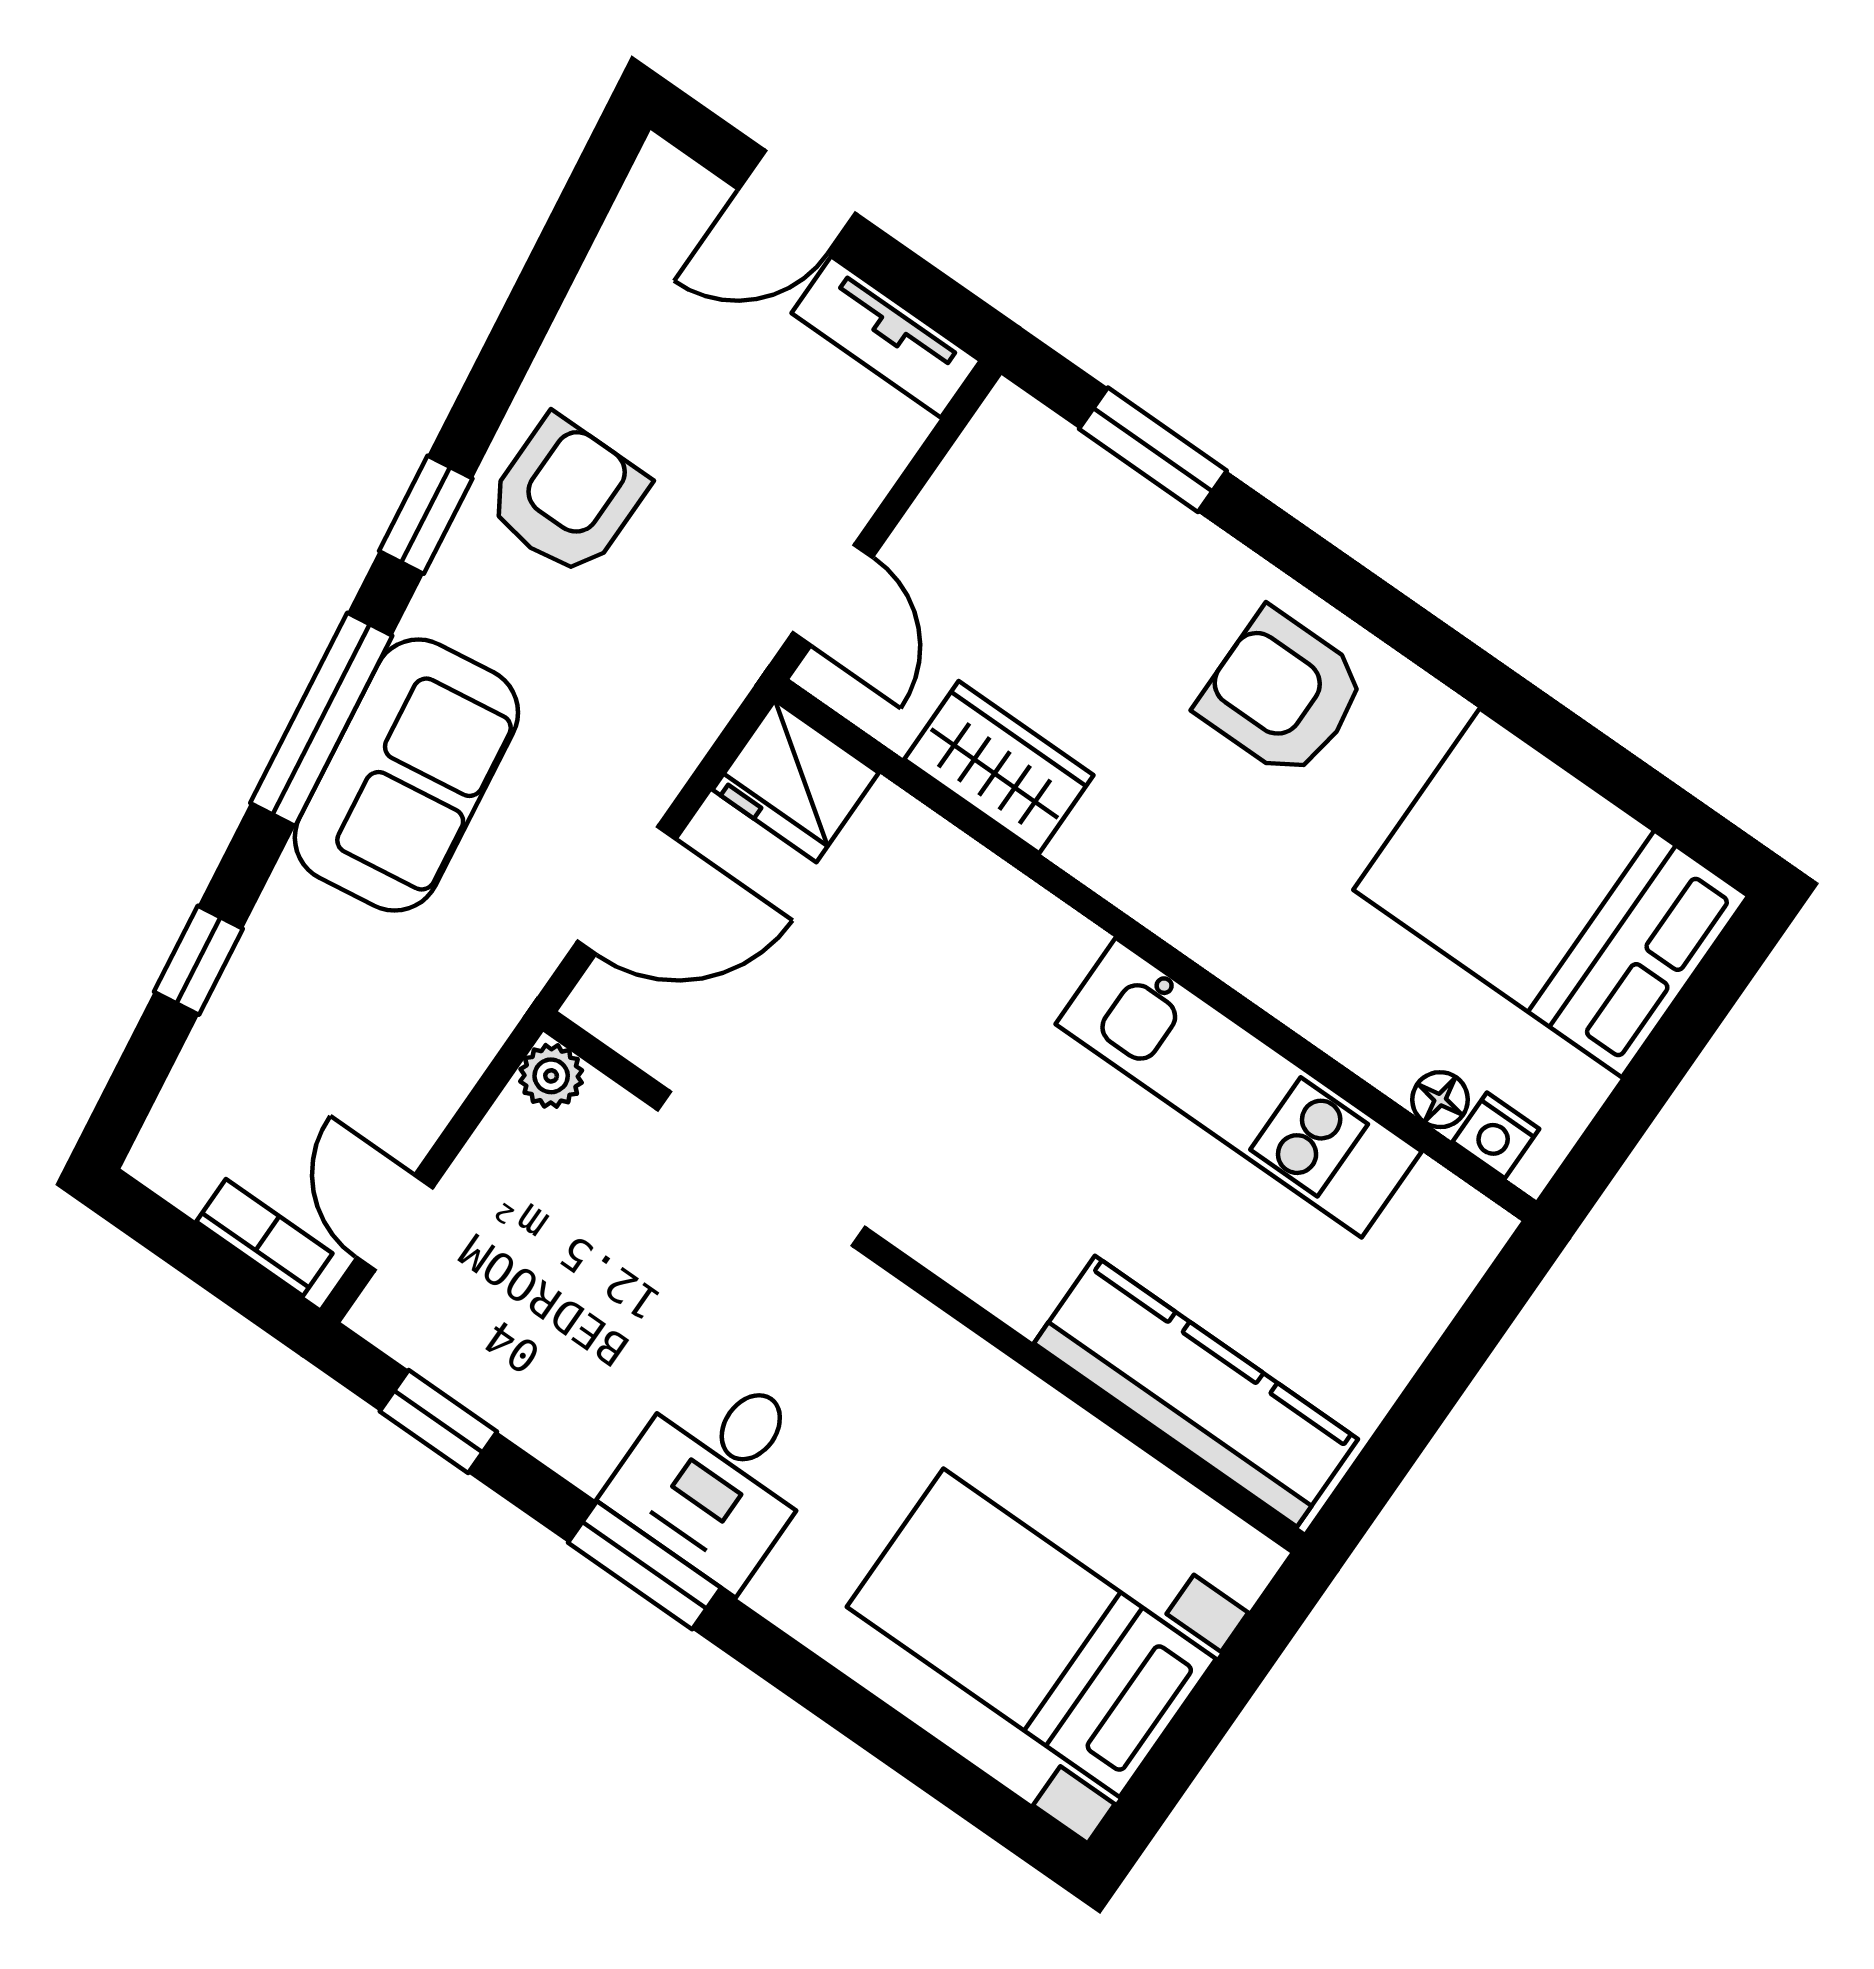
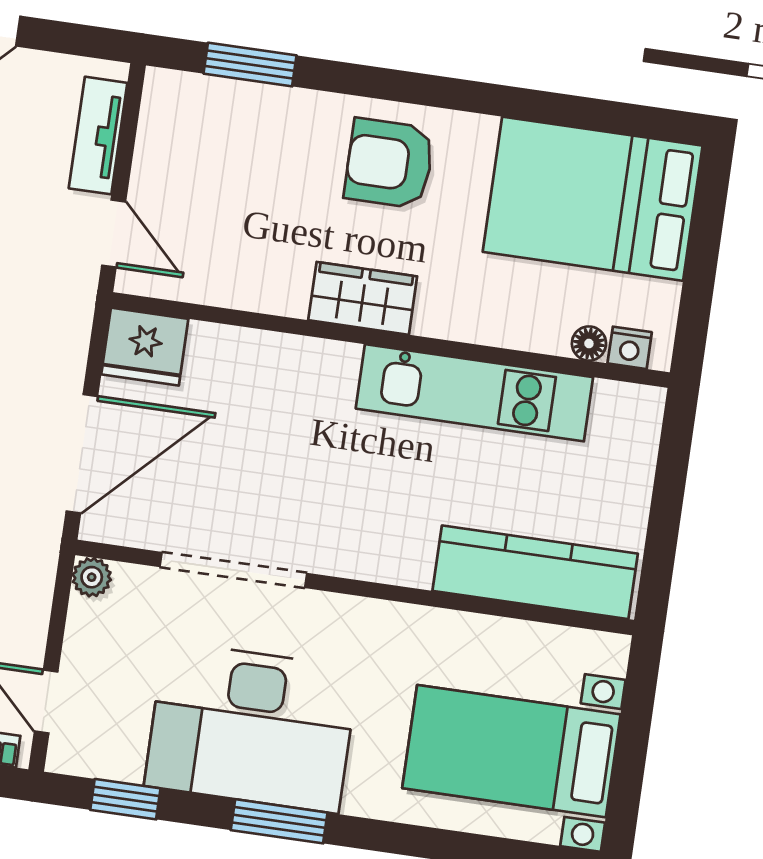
tv unit: (886, 337) -> (98, 136), moved, turned 90
wardrobe: (999, 767) -> (363, 298), moved
door: (627, 890) -> (82, 454), width x1.36
desk: (718, 1474) -> (251, 727), width x1.87, depth x1.30

